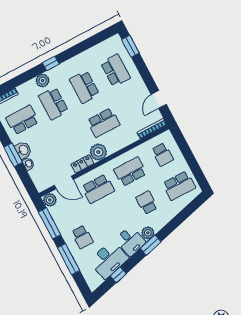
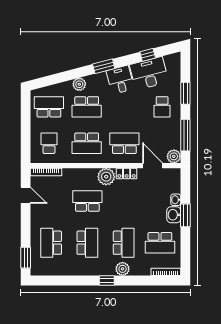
door: (159, 99) -> (26, 195), hinge flipped
school desk: (147, 203) -> (87, 107), width x1.85
plant: (148, 233) -> (79, 84), moved
school desk: (82, 237) -> (162, 107), turned 180
window: (69, 259) -> (185, 93), width x0.69

